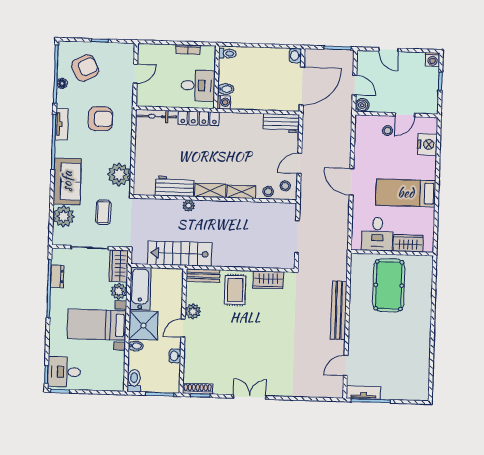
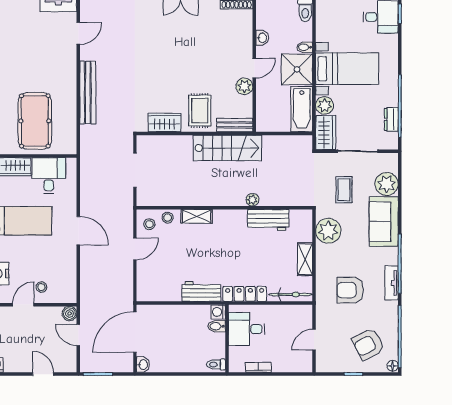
floor lamp: (62, 83) -> (393, 366), moved
workbench: (281, 123) -> (201, 291), moved
shelving: (210, 190) -> (305, 259), moved, turned 90
stairs: (180, 254) -> (227, 148), moved

